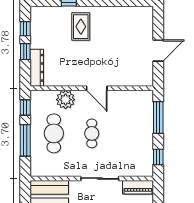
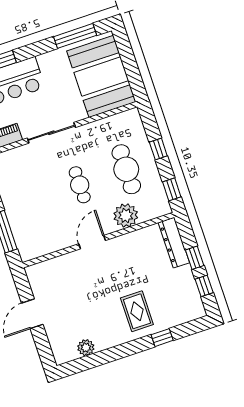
plant: (127, 13) -> (86, 348), added
door: (97, 88) -> (92, 242), hinge flipped
window: (25, 140) -> (158, 149), width x0.46

